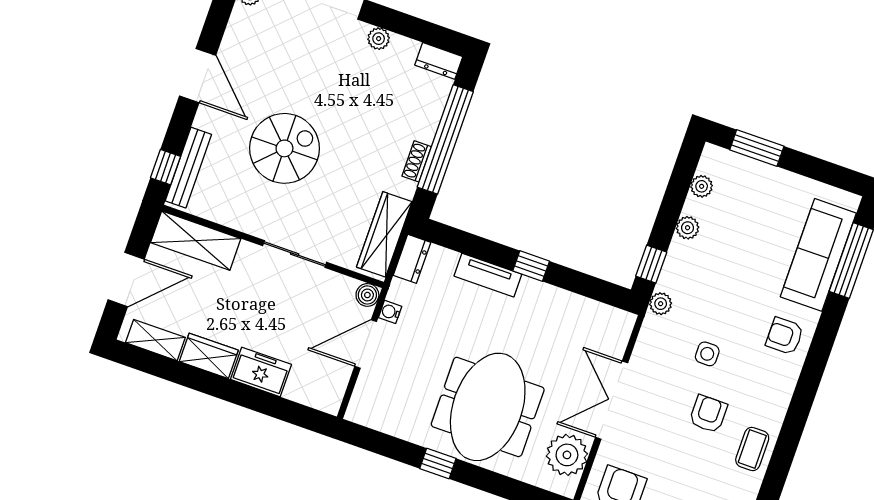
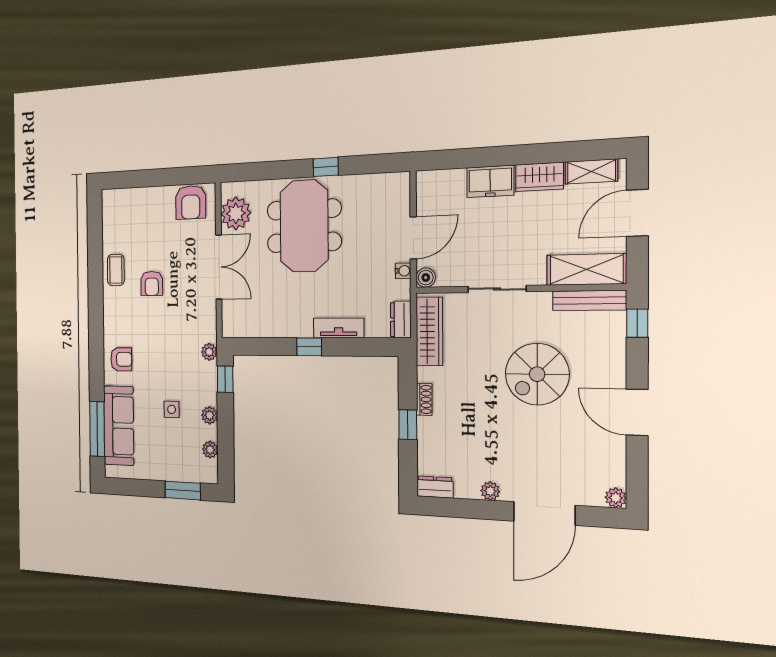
window: (445, 139) -> (408, 425), width x0.32
bench: (188, 168) -> (589, 300), moved, turned 90
side table: (707, 354) -> (172, 409), moved

